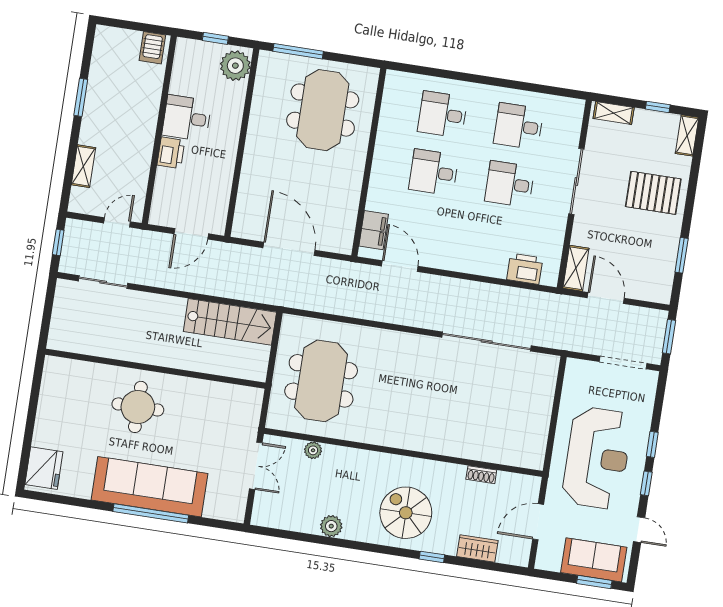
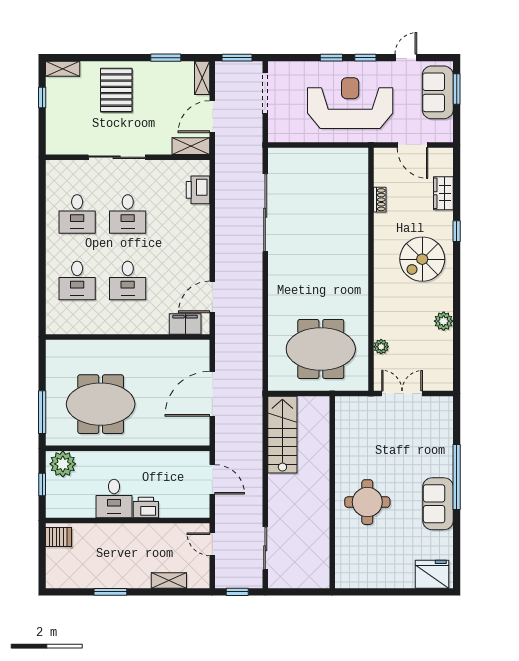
meeting table: (323, 110) -> (101, 404), moved
shelving: (614, 113) -> (202, 78), moved
sofa: (150, 487) -> (438, 504), width x0.54, depth x0.79

